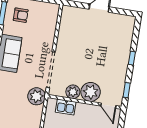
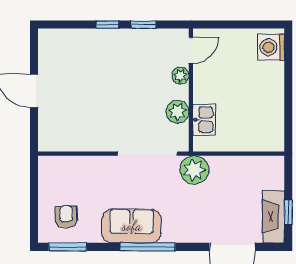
window: (127, 90) -> (143, 24), moved
plant: (91, 92) -> (180, 76), width x0.53, depth x0.53

